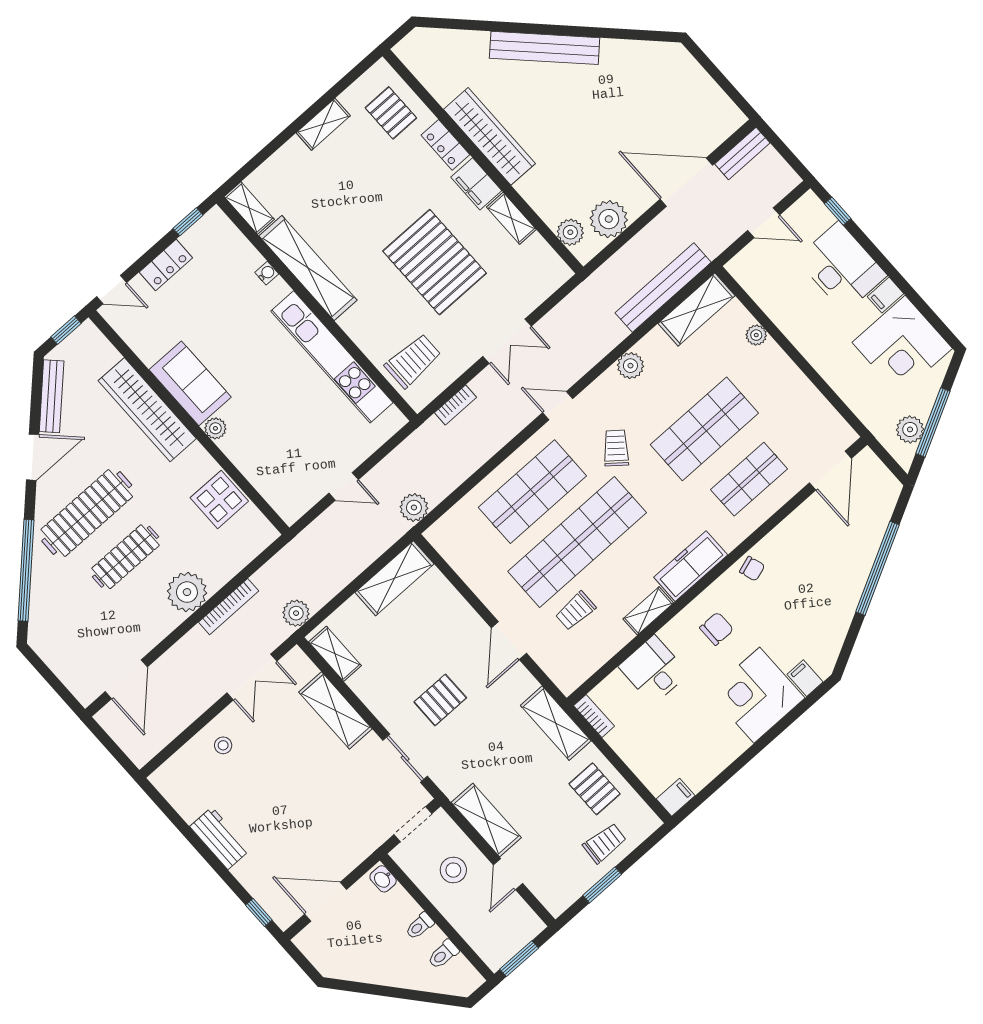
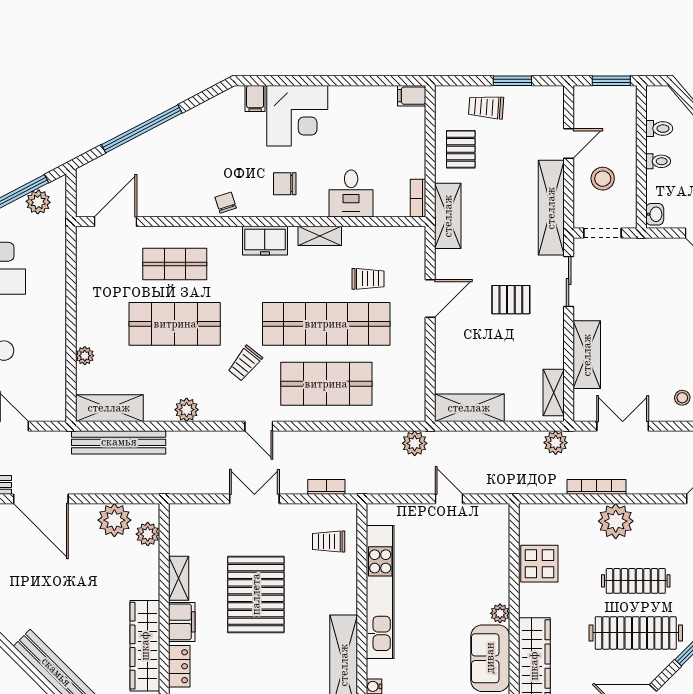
trolley: (413, 361) -> (329, 542), width x0.73, depth x0.72
freezer: (691, 566) -> (265, 241), width x0.71
shelving: (486, 820) -> (551, 208), width x1.47

